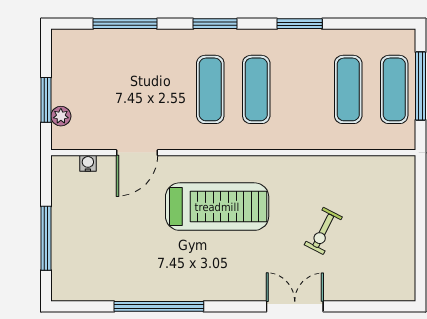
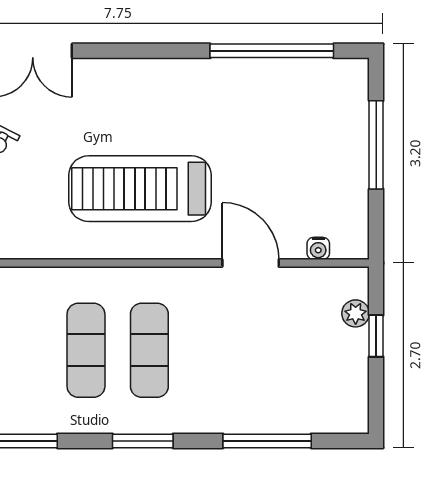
window: (46, 100) -> (376, 336), width x0.67
door: (137, 153) -> (251, 263), hinge flipped
window: (159, 306) -> (272, 51), moved

